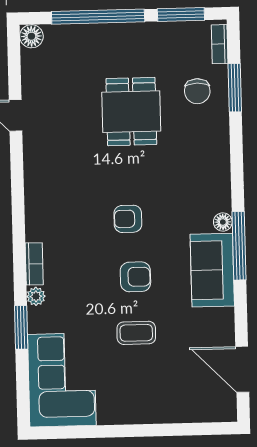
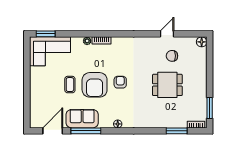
window: (98, 17) -> (210, 71), removed
chair: (197, 91) -> (172, 56), moved
window: (239, 246) -> (86, 131), moved
sofa: (212, 270) -> (82, 119), moved
armchair: (135, 277) -> (95, 85), width x1.88, depth x1.88
window: (21, 327) -> (46, 34), moved

